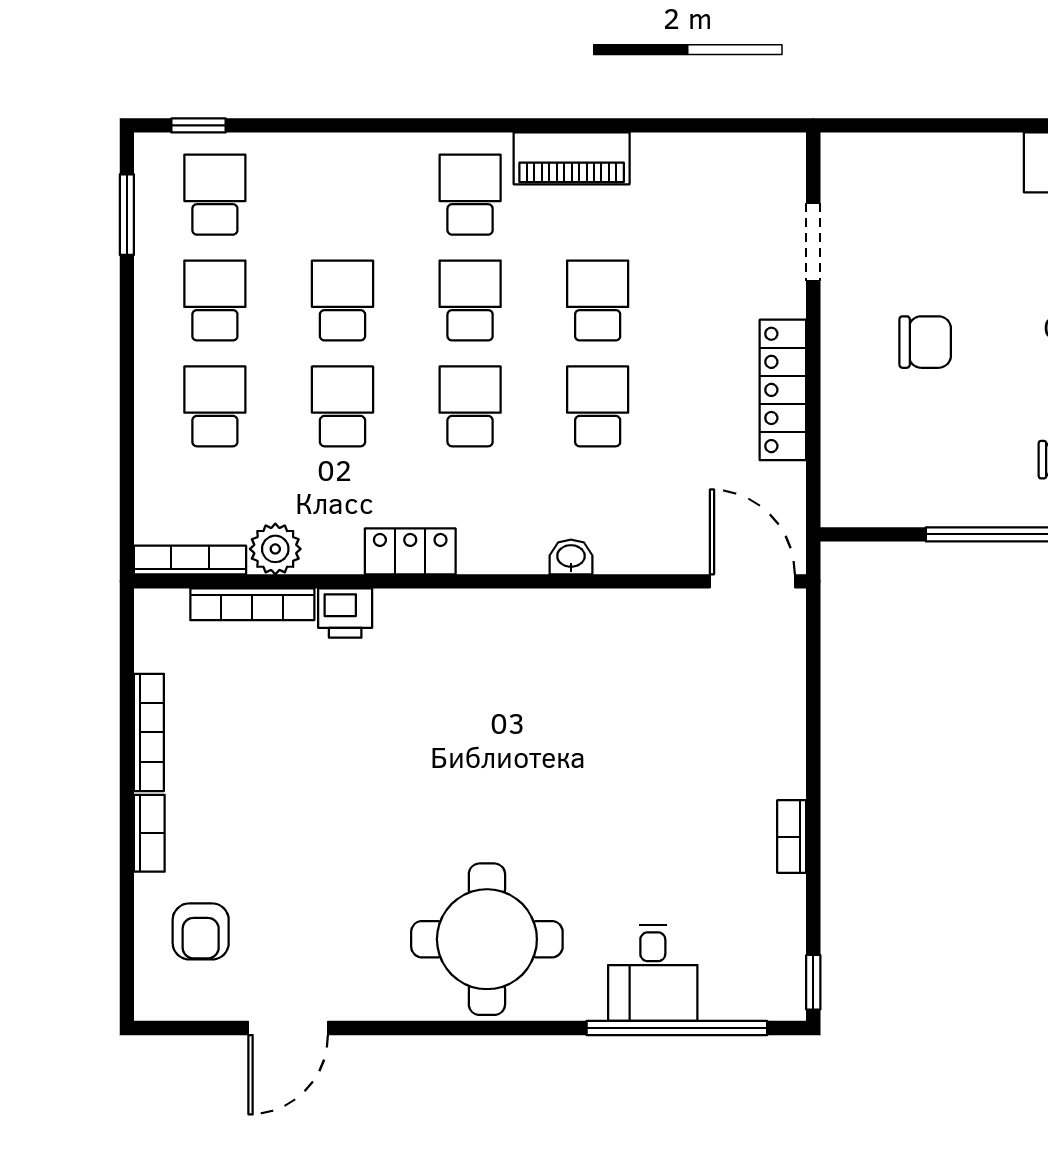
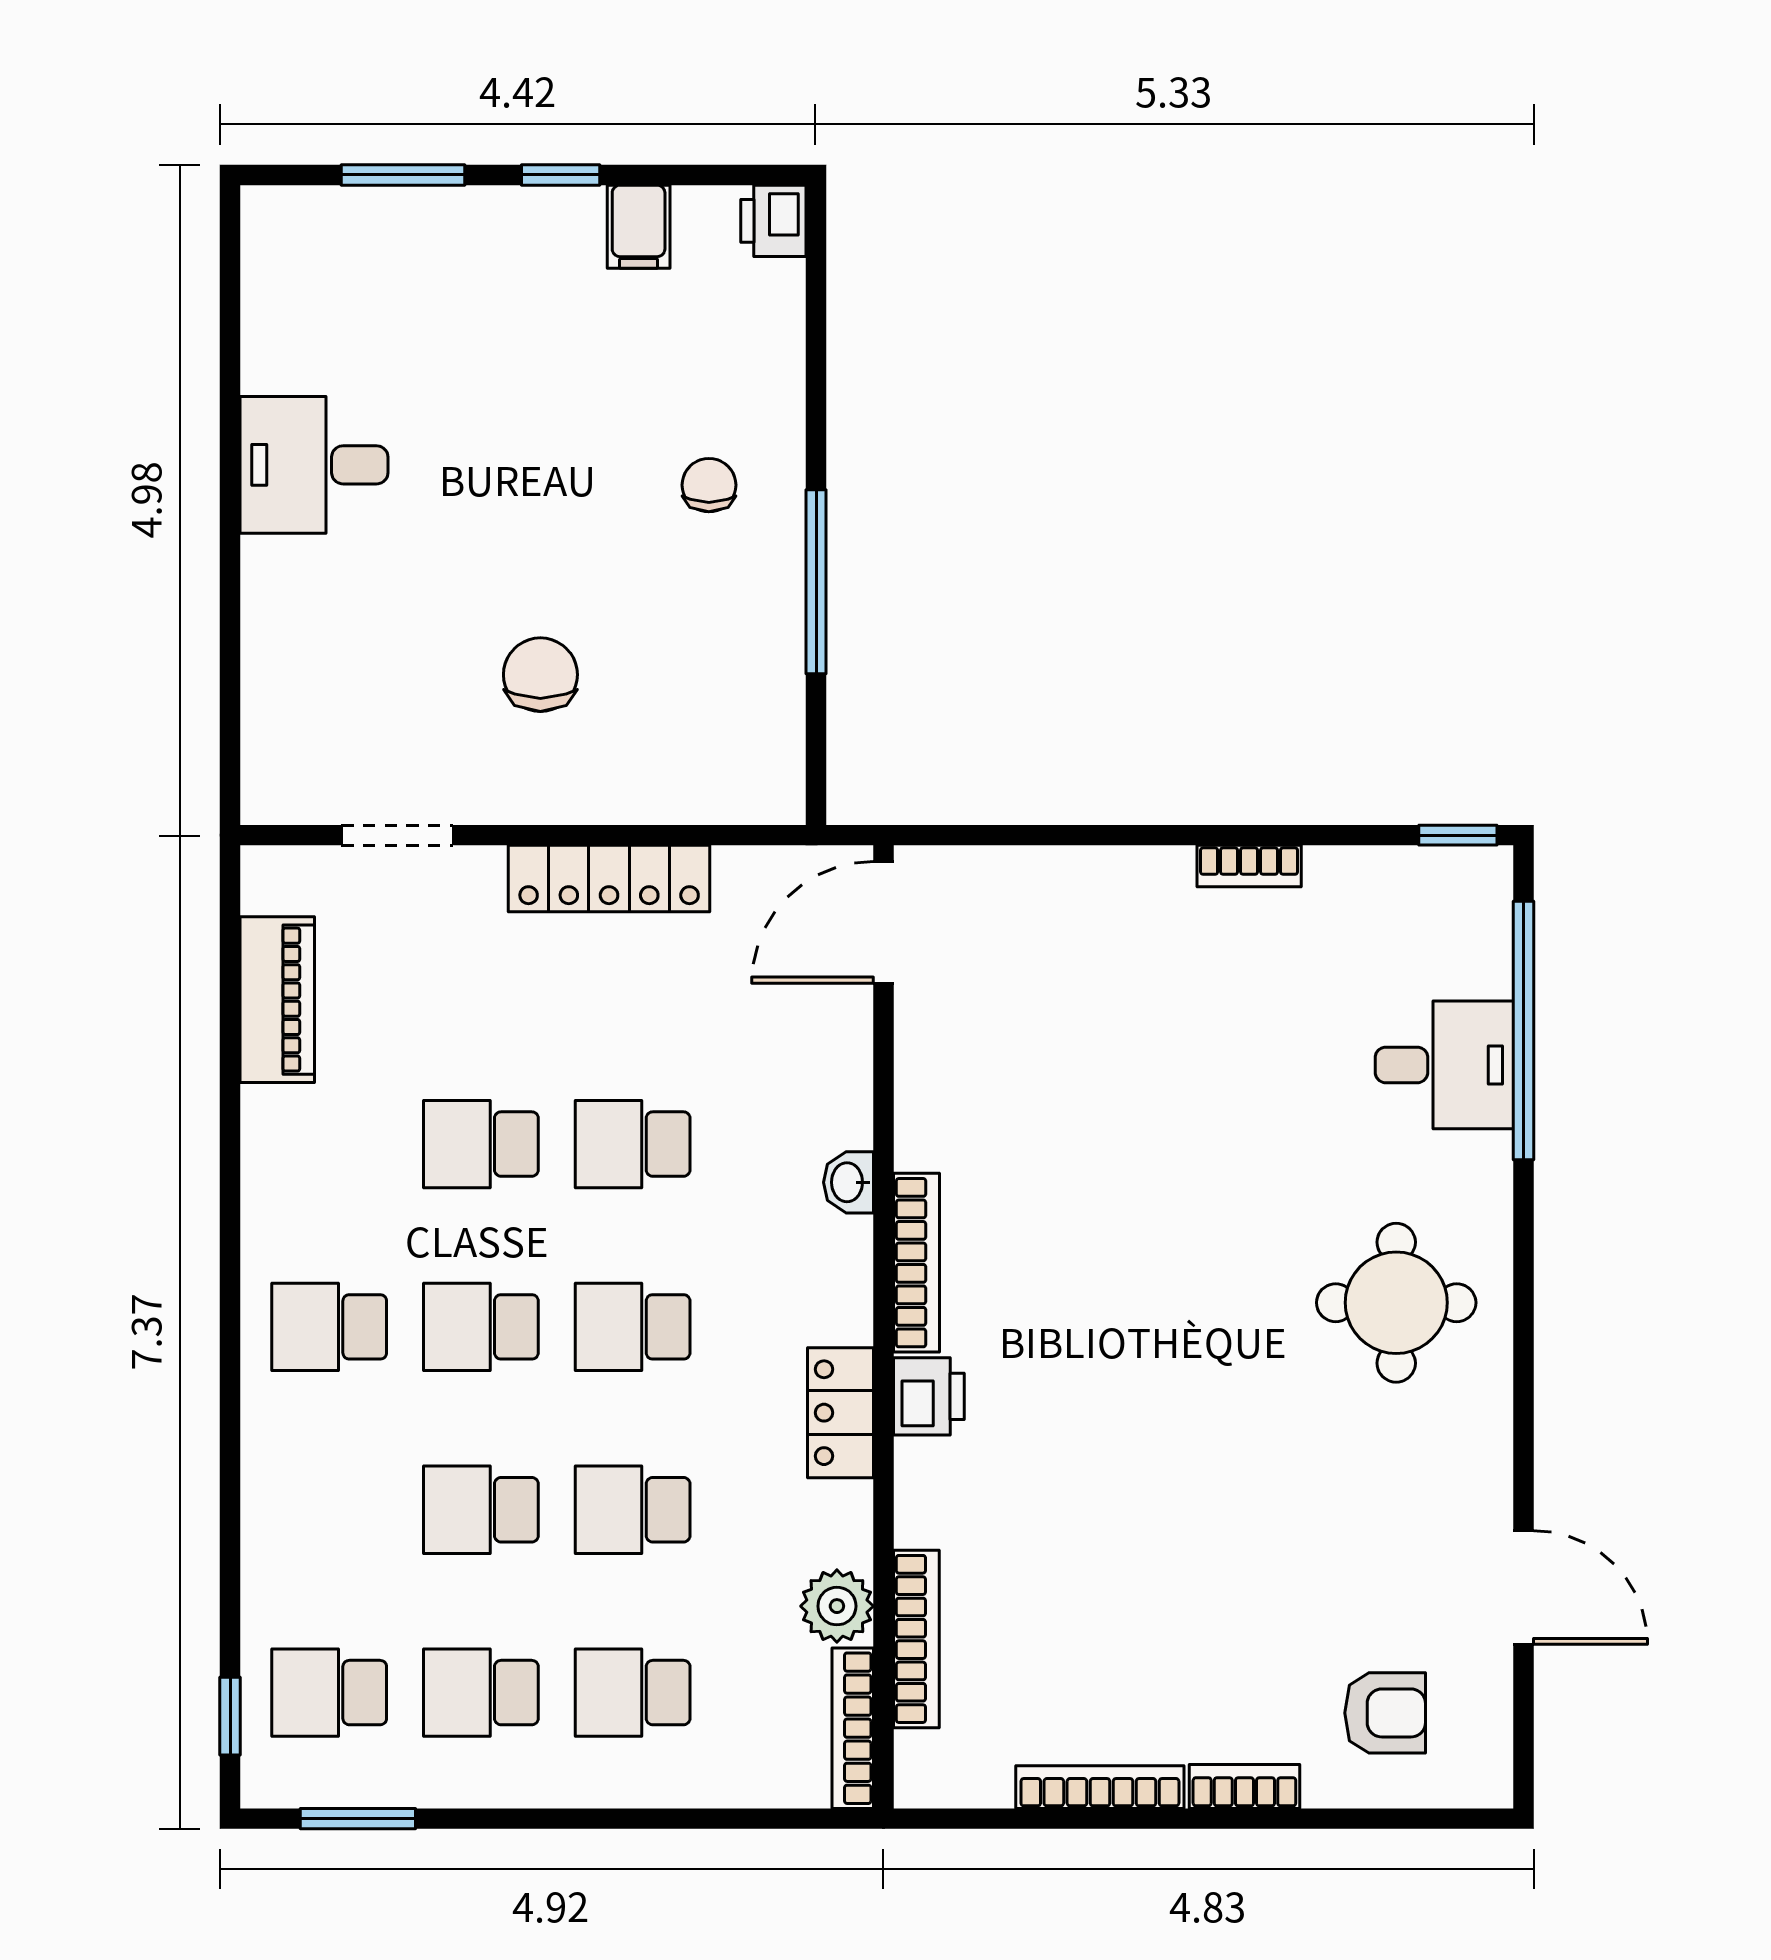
piano: (572, 158) -> (277, 1000), moved
bookcase: (515, 604) -> (916, 1263), added
printer: (345, 613) -> (929, 1396), moved
round table: (487, 939) -> (1396, 1303), width x0.73, depth x0.73

